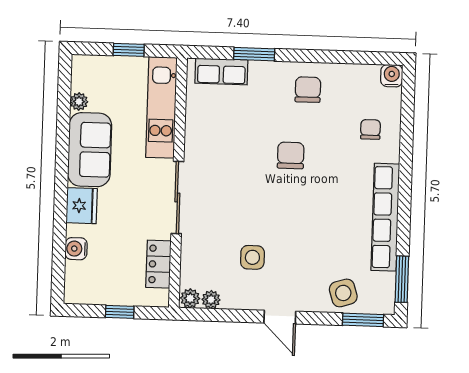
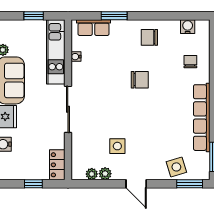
water cooler: (392, 76) -> (188, 27), moved
chair: (308, 90) -> (149, 37), turned -90
water cooler: (193, 116) -> (76, 57), added
chair: (291, 155) -> (140, 80), turned 90
locker: (158, 264) -> (57, 165), moved
plant: (190, 298) -> (105, 174), moved

